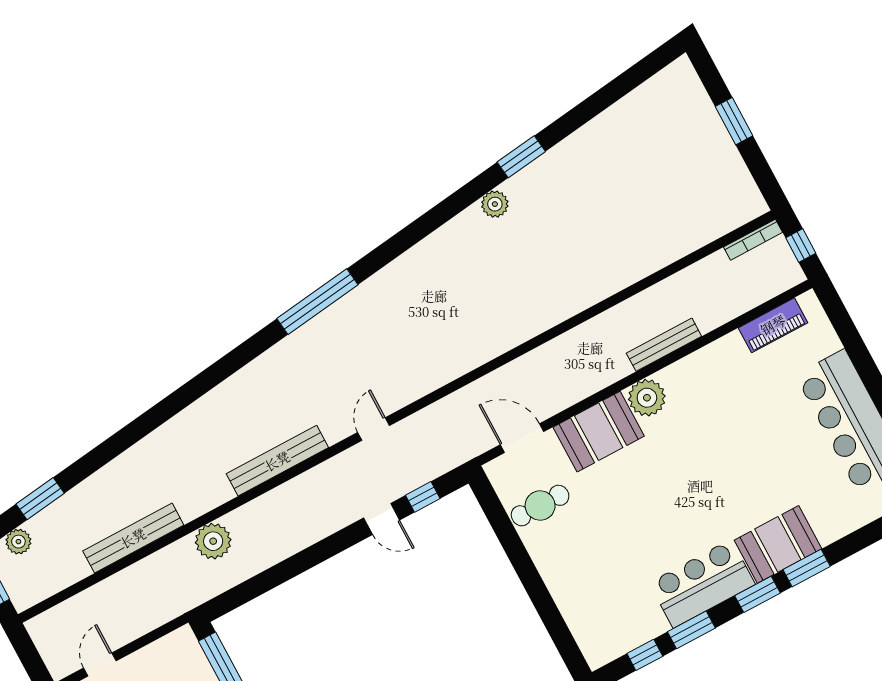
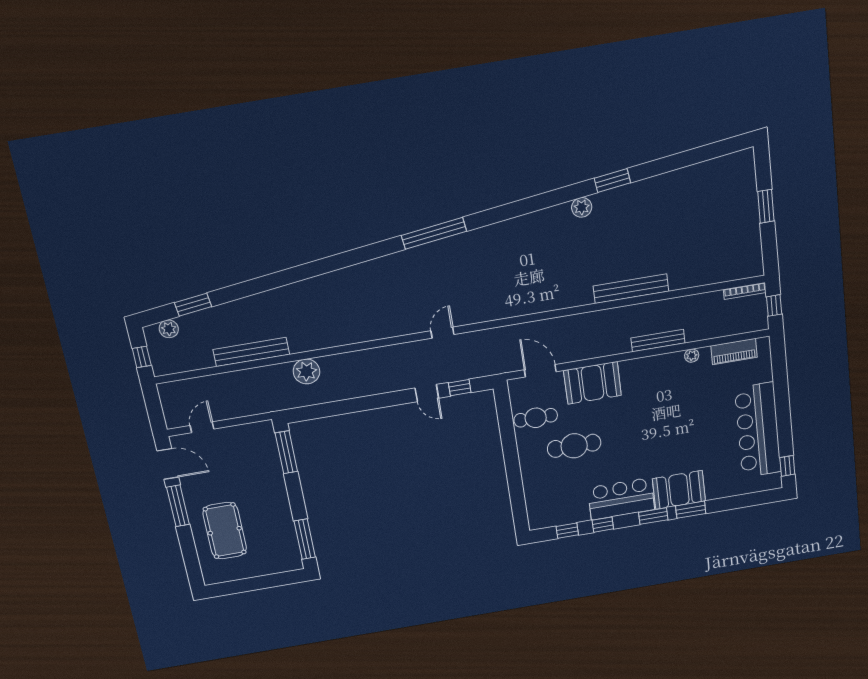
plant: (647, 398) -> (692, 356), moved, width x0.53, depth x0.53
bench: (277, 461) -> (631, 289), moved
cafe table: (607, 528) -> (574, 446), added
window: (691, 630) -> (603, 525), width x0.67

